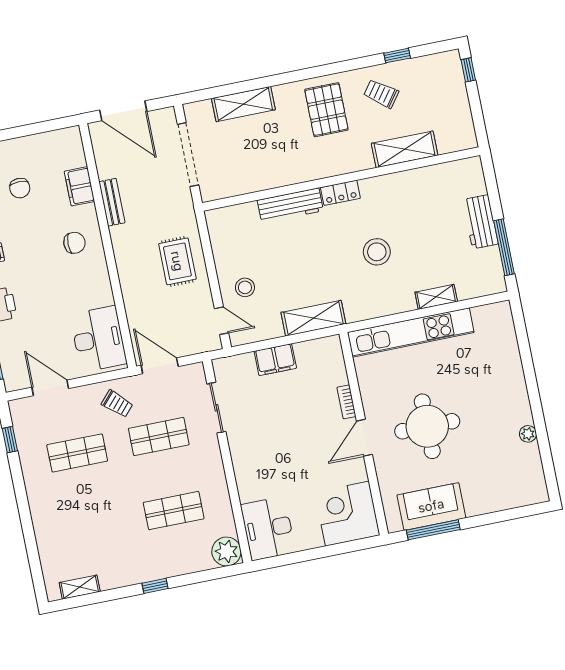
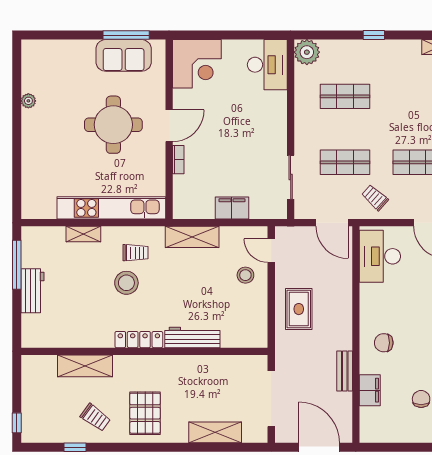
locker: (340, 193) -> (139, 340), width x1.53
trolley: (373, 288) -> (135, 253), added

